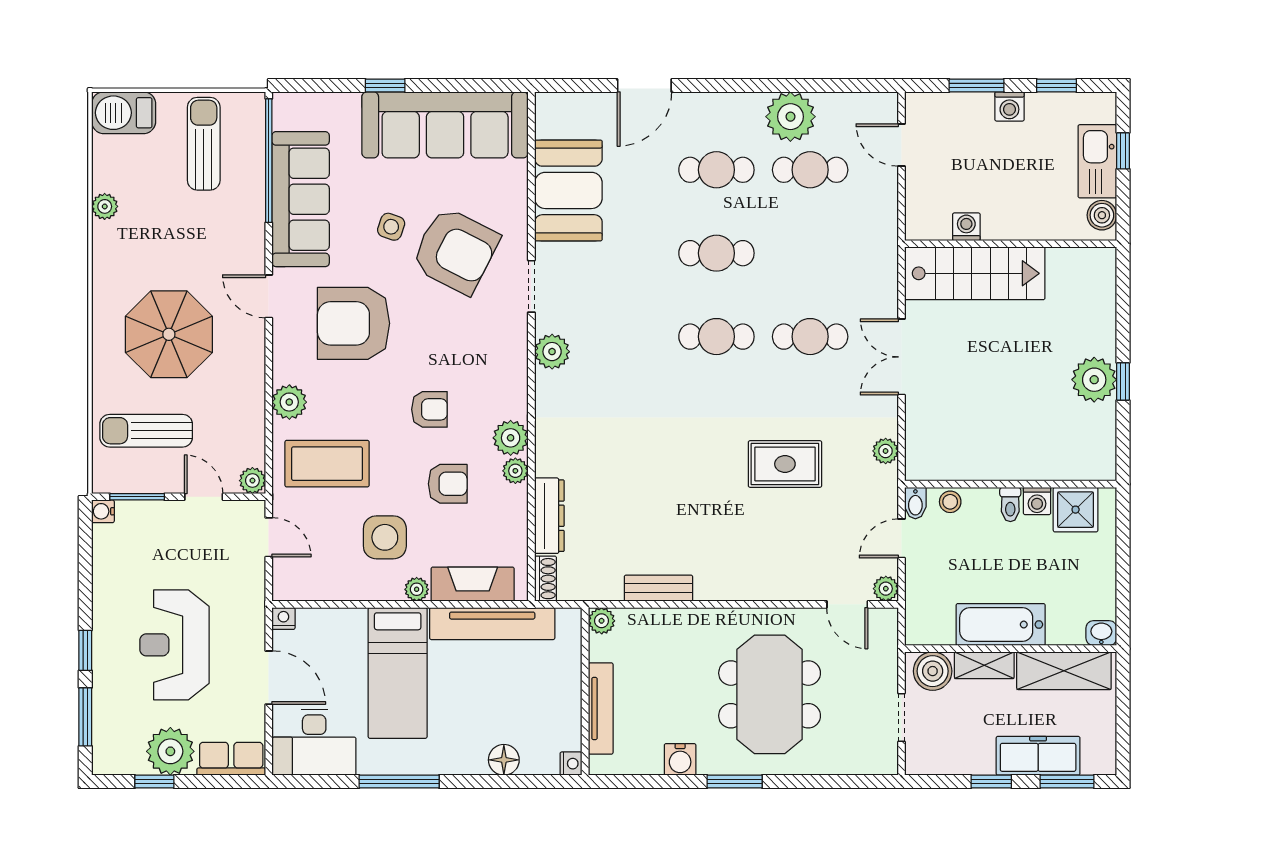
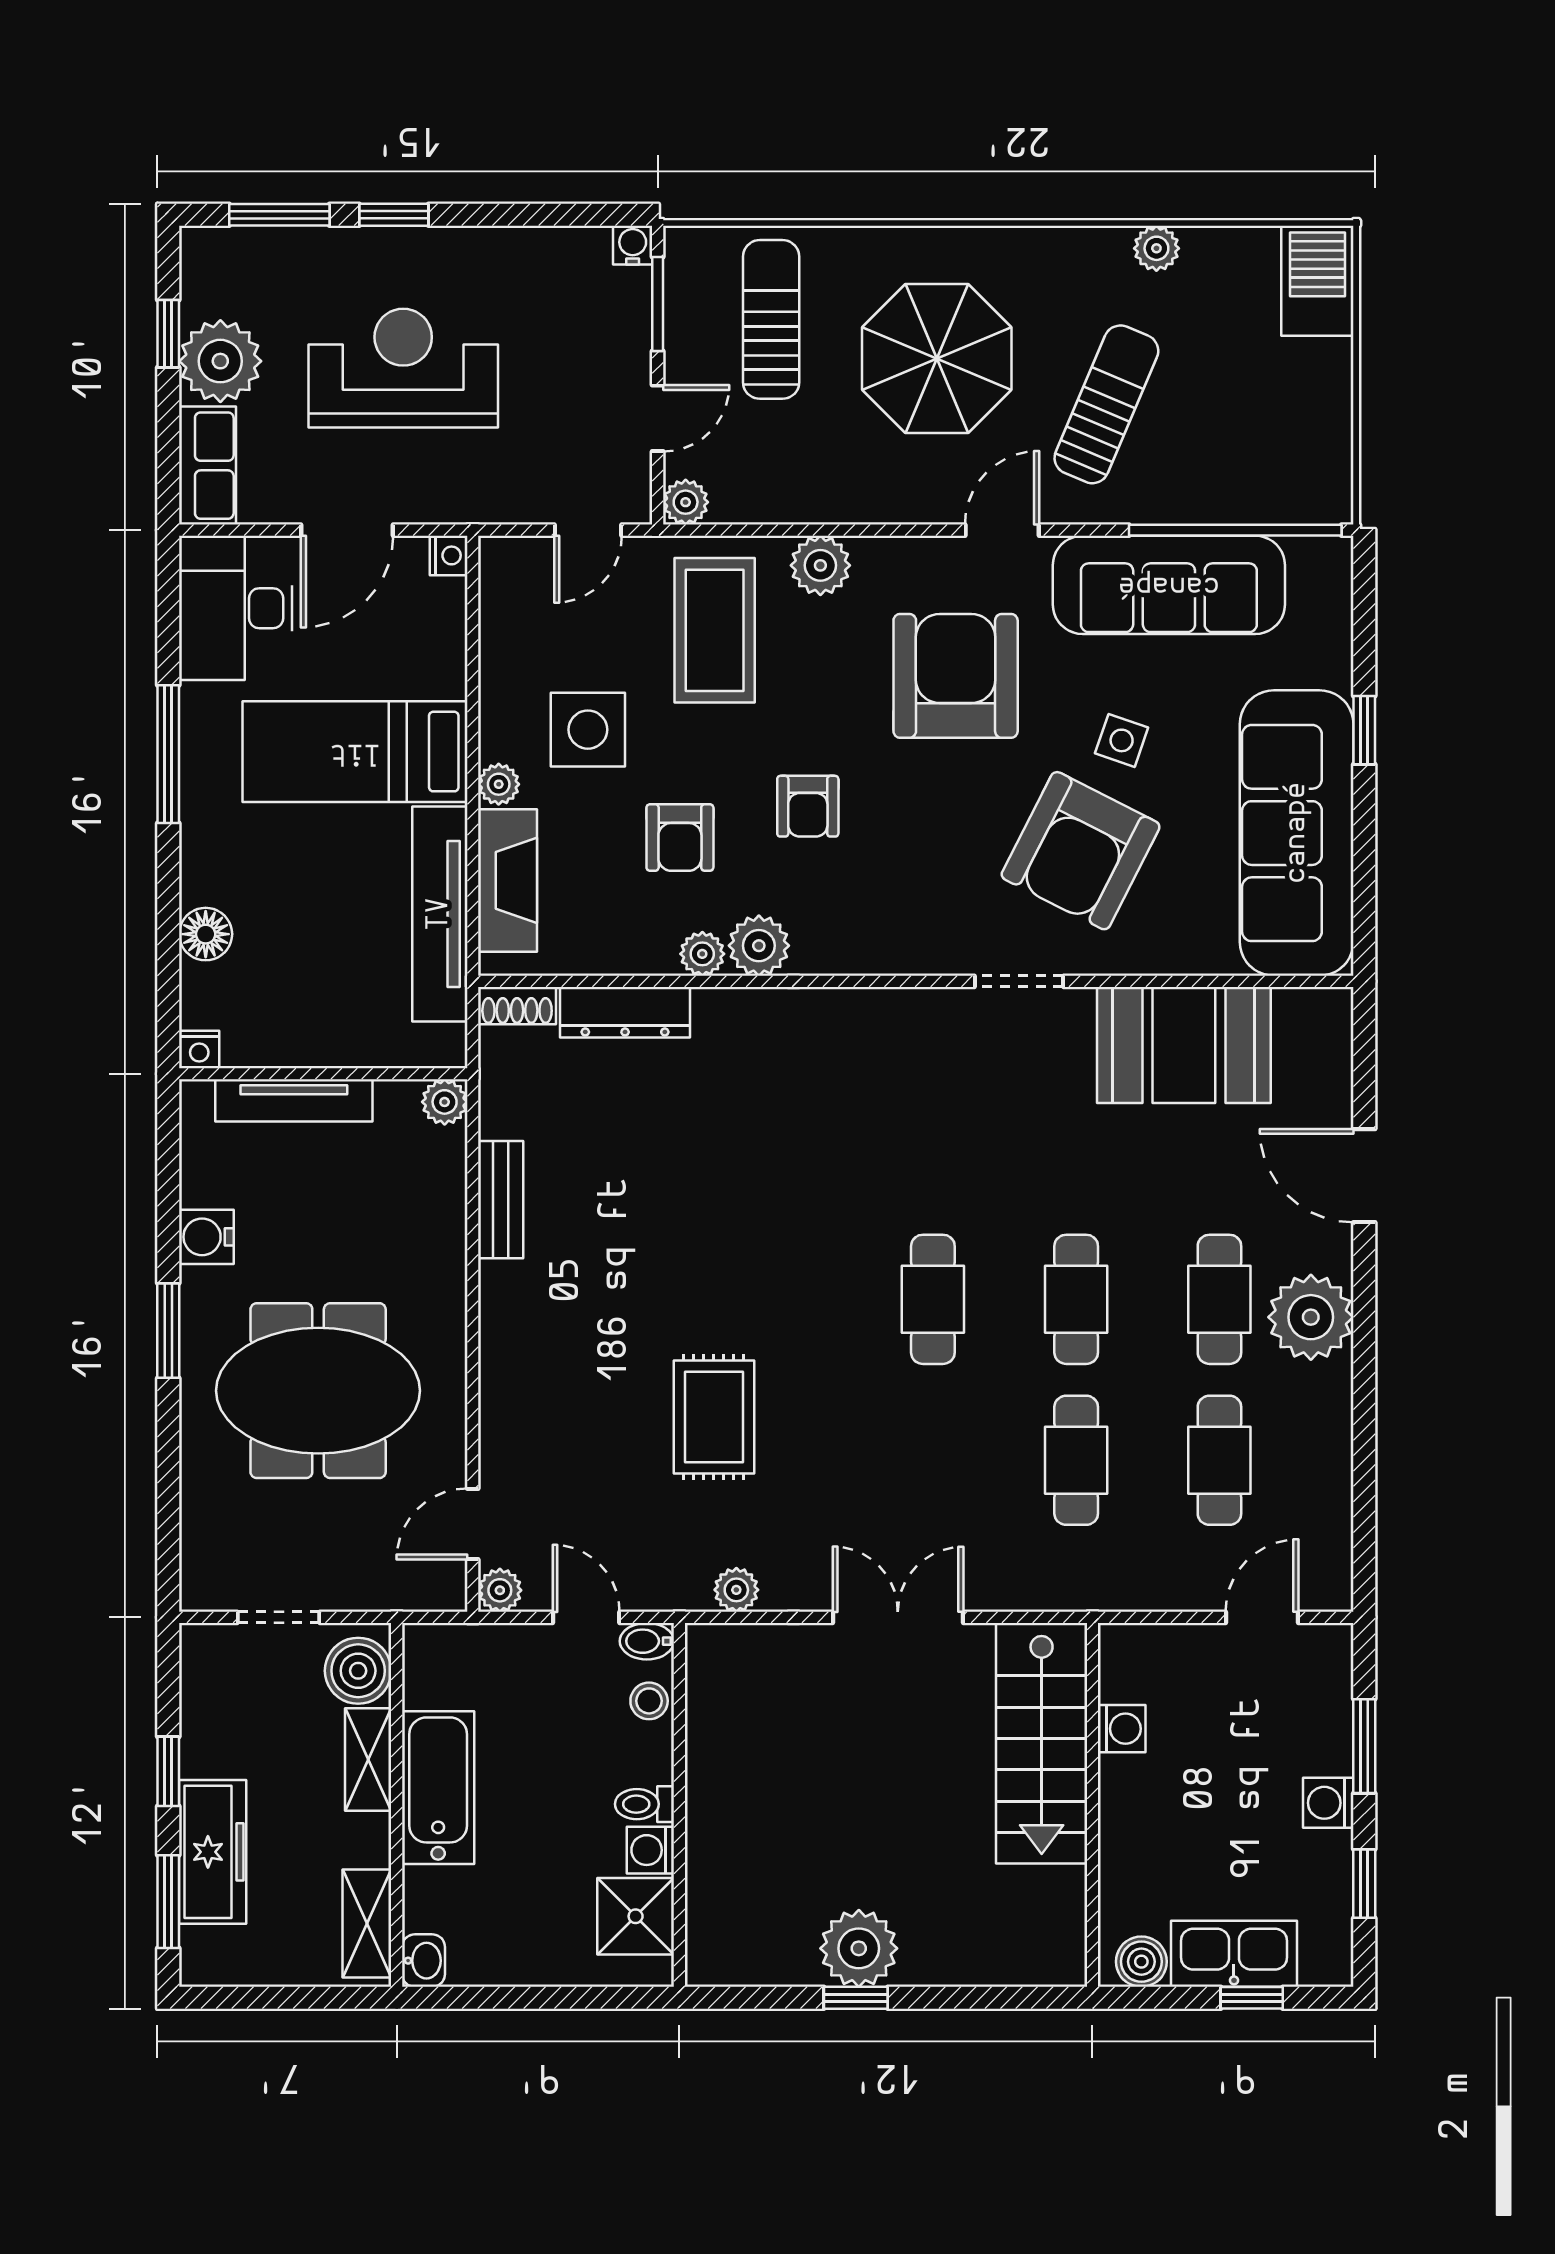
plant: (790, 117) -> (1311, 1317), moved
sun lounger: (204, 144) -> (1106, 404), moved, turned -67
cafe table: (810, 337) -> (1076, 1460), moved
plant: (552, 352) -> (907, 1017), removed
shelving: (1064, 671) -> (367, 1923), width x0.67, depth x0.75

